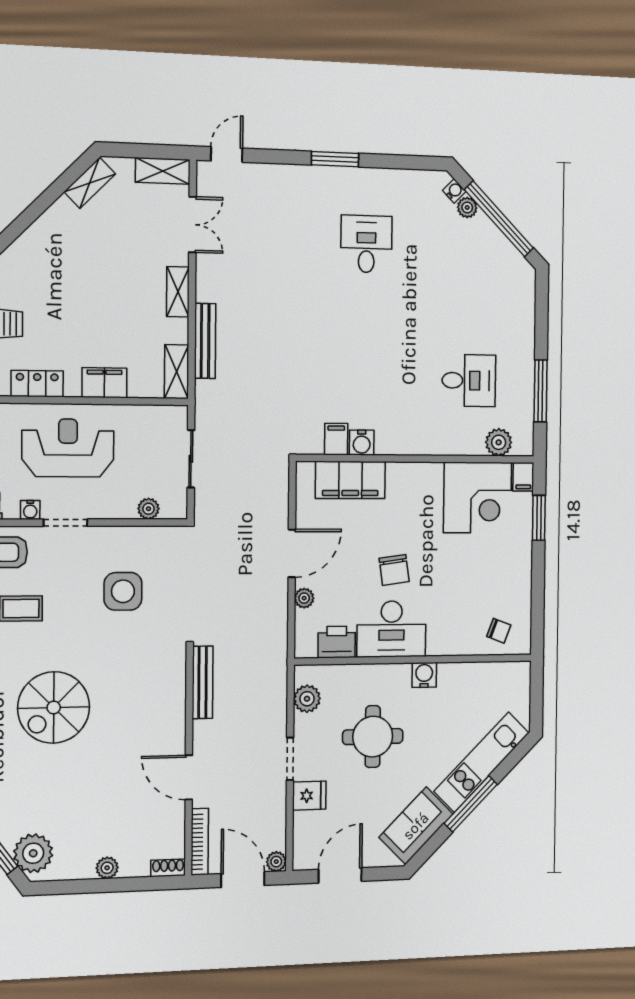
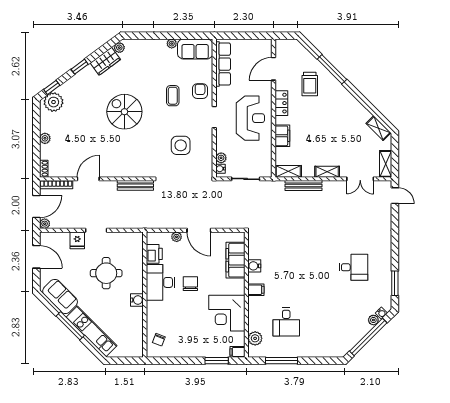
window: (335, 159) -> (395, 283), moved
filing cabinet: (336, 439) -> (256, 290), moved
corner desk: (478, 497) -> (227, 313), moved
water cooler: (30, 510) -> (220, 169), moved
chair: (394, 570) -> (190, 284), turned 98
plant: (307, 699) -> (126, 239), removed

